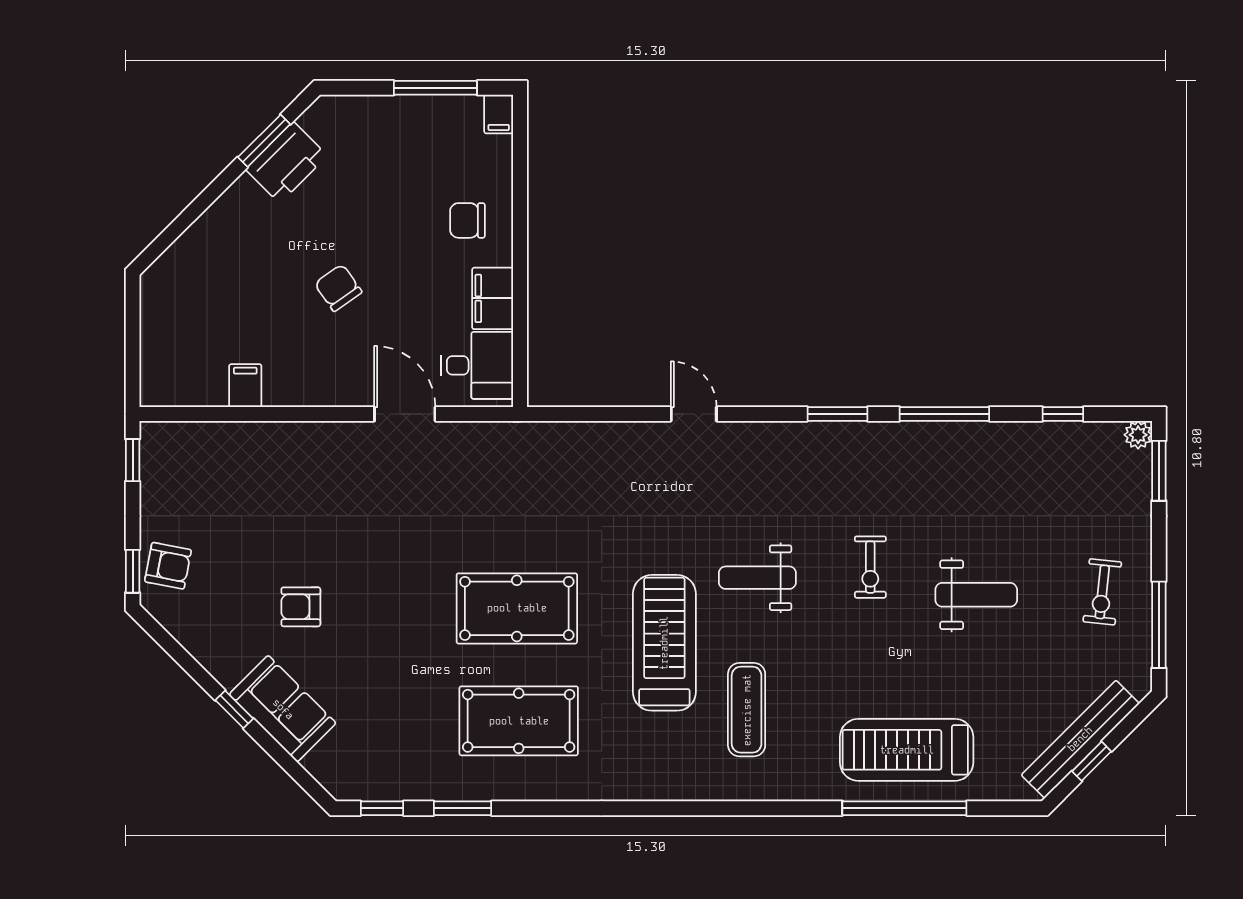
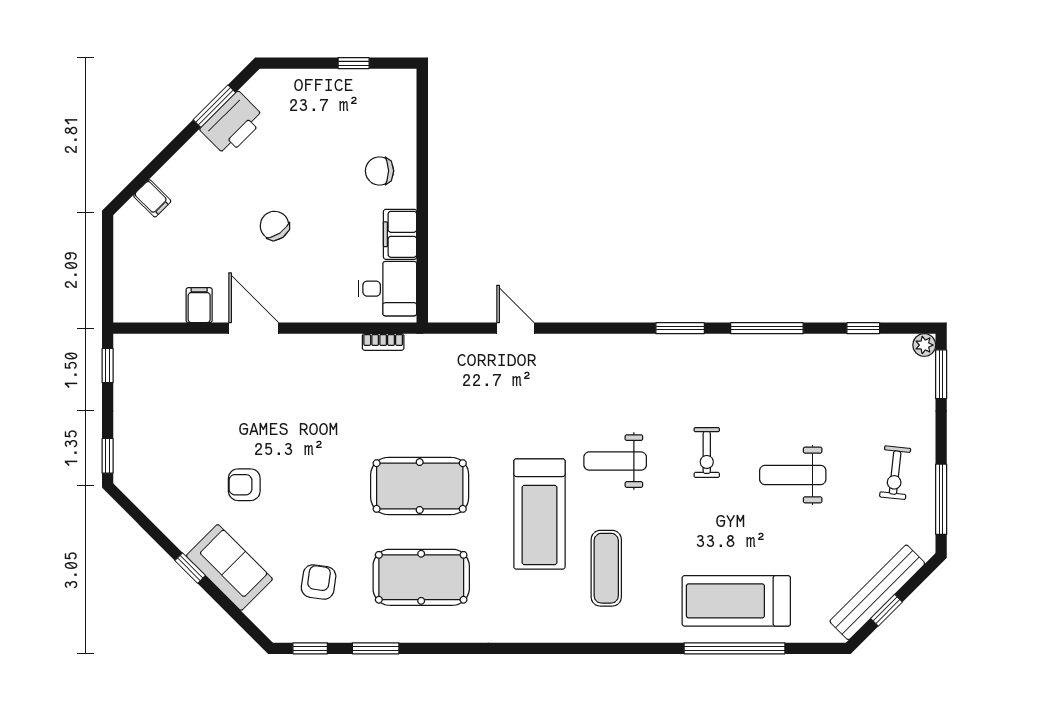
window: (435, 88) -> (354, 63), width x0.46
filing cabinet: (499, 114) -> (152, 198), moved, turned -45
door: (405, 414) -> (254, 328), moved
door: (694, 414) -> (516, 328), moved
bookcase: (472, 431) -> (383, 342), added
armchair: (168, 566) -> (319, 582), moved, turned -93
weight bench: (976, 595) -> (793, 475), turned 180
treadmill: (664, 643) -> (539, 514), turned 180

